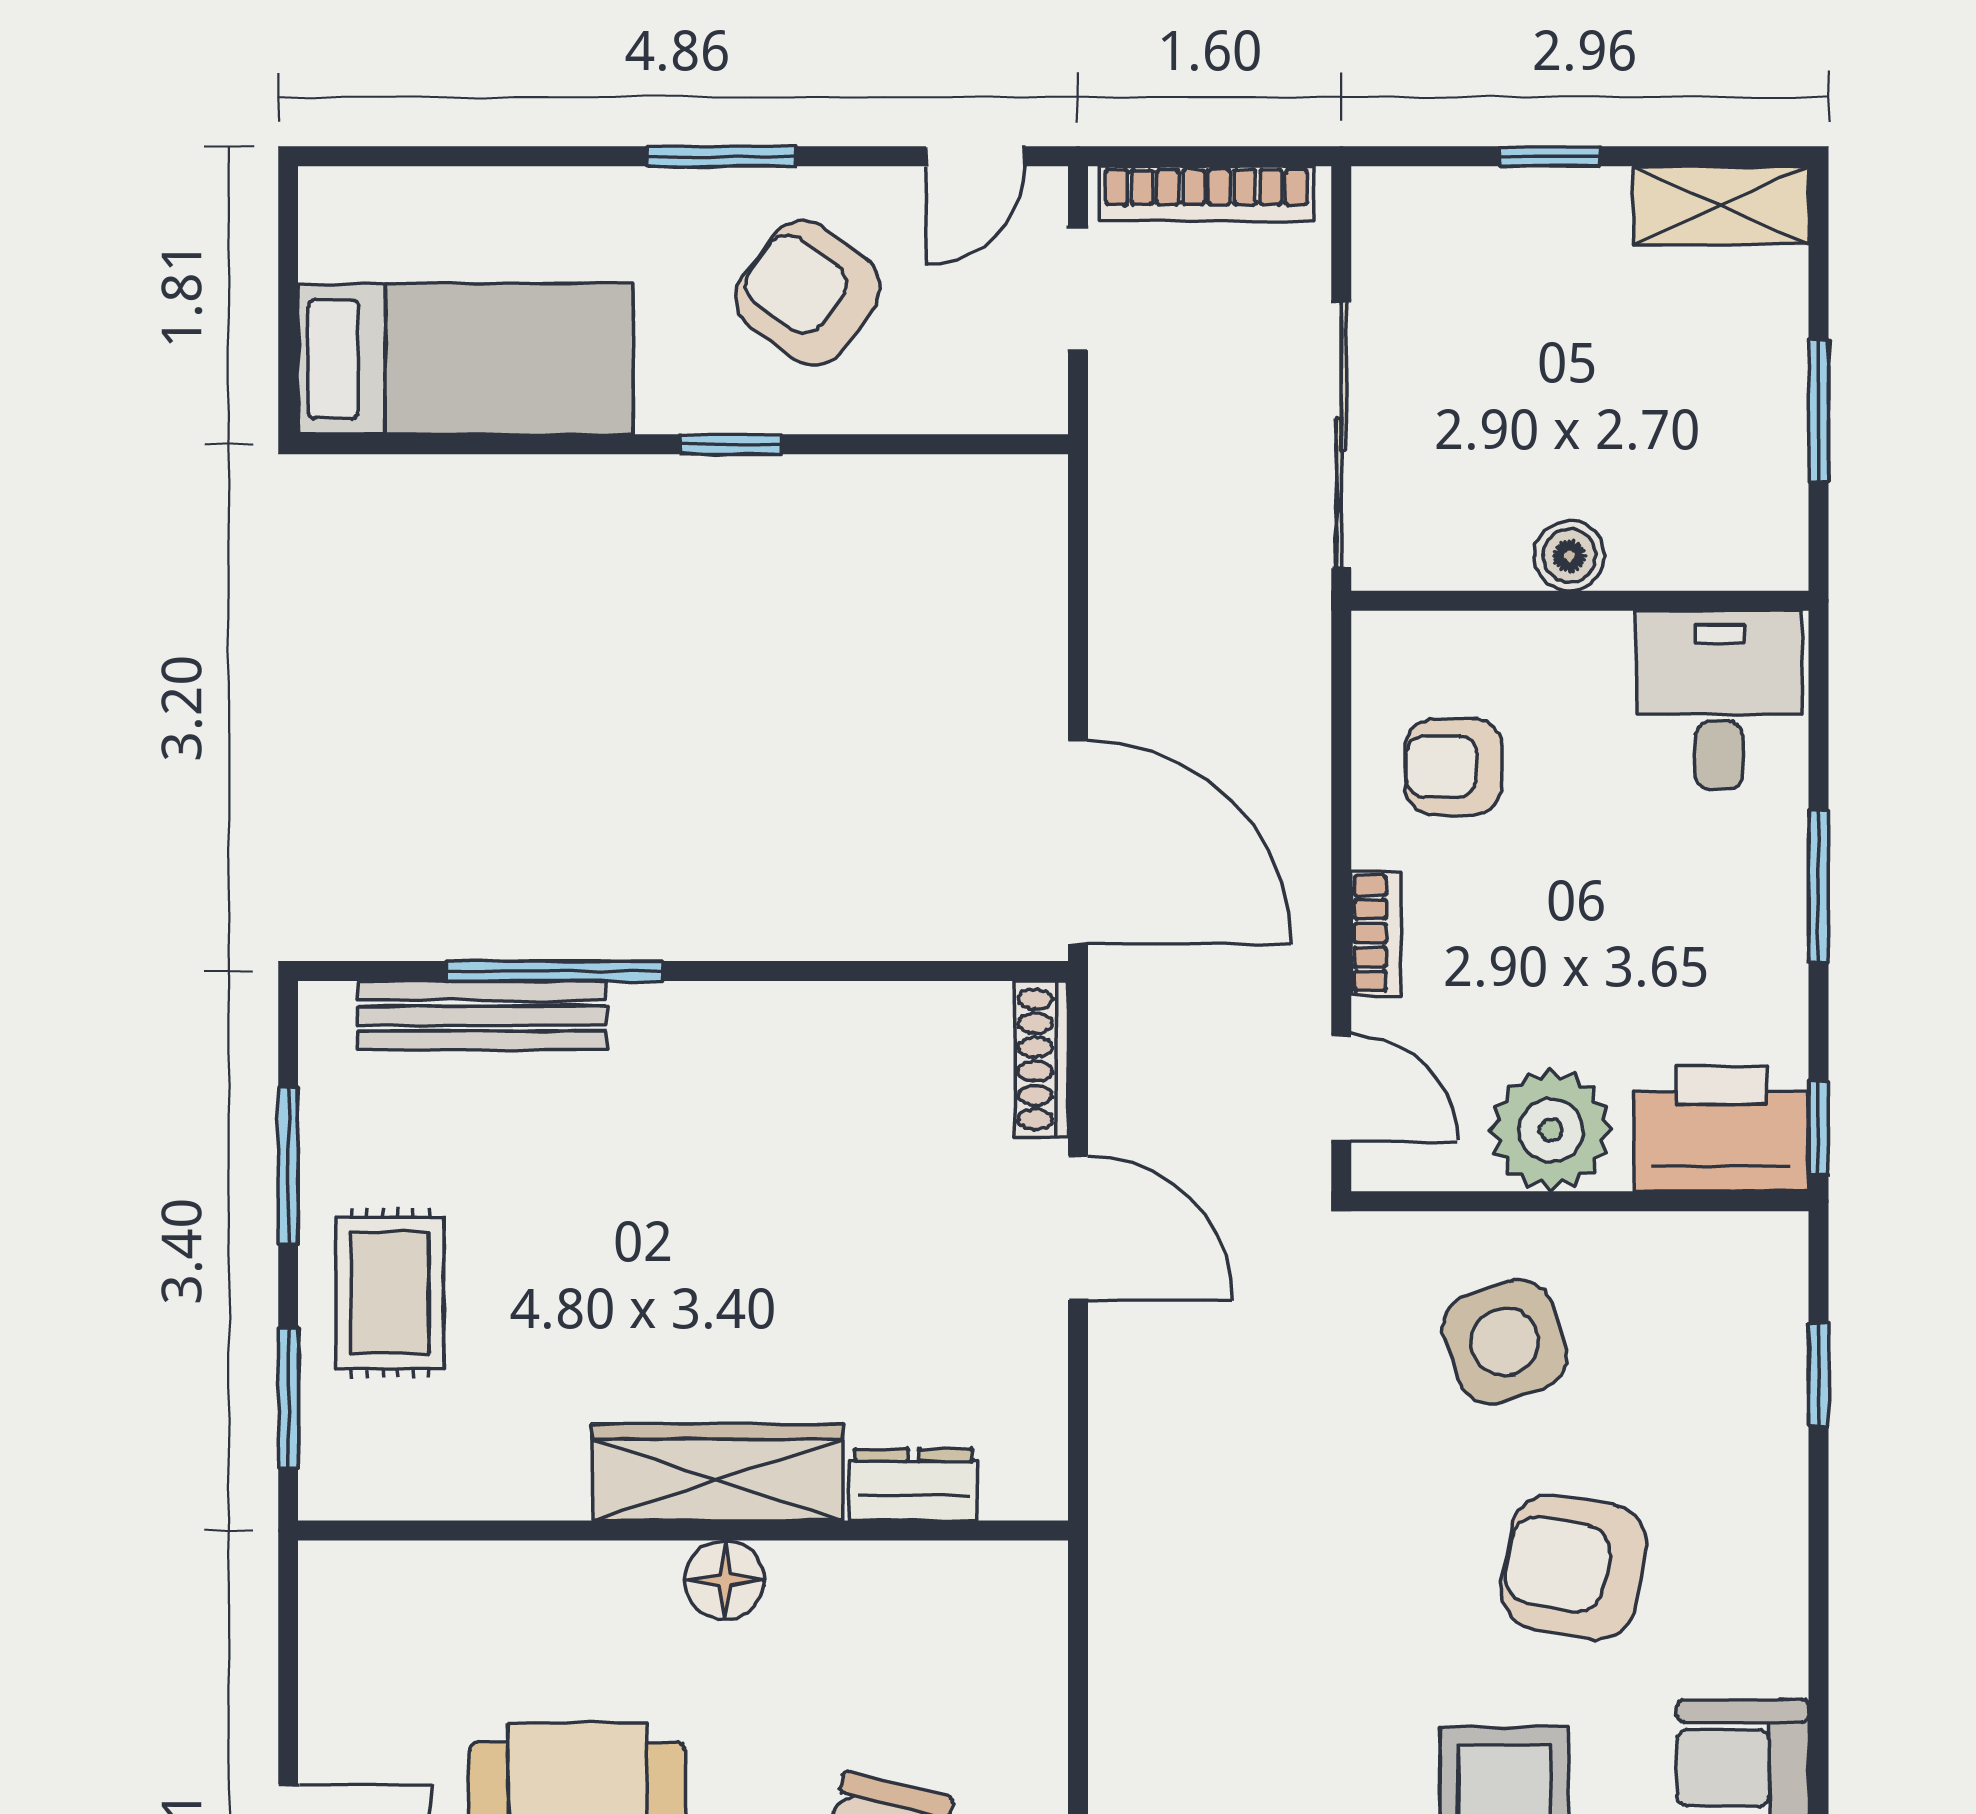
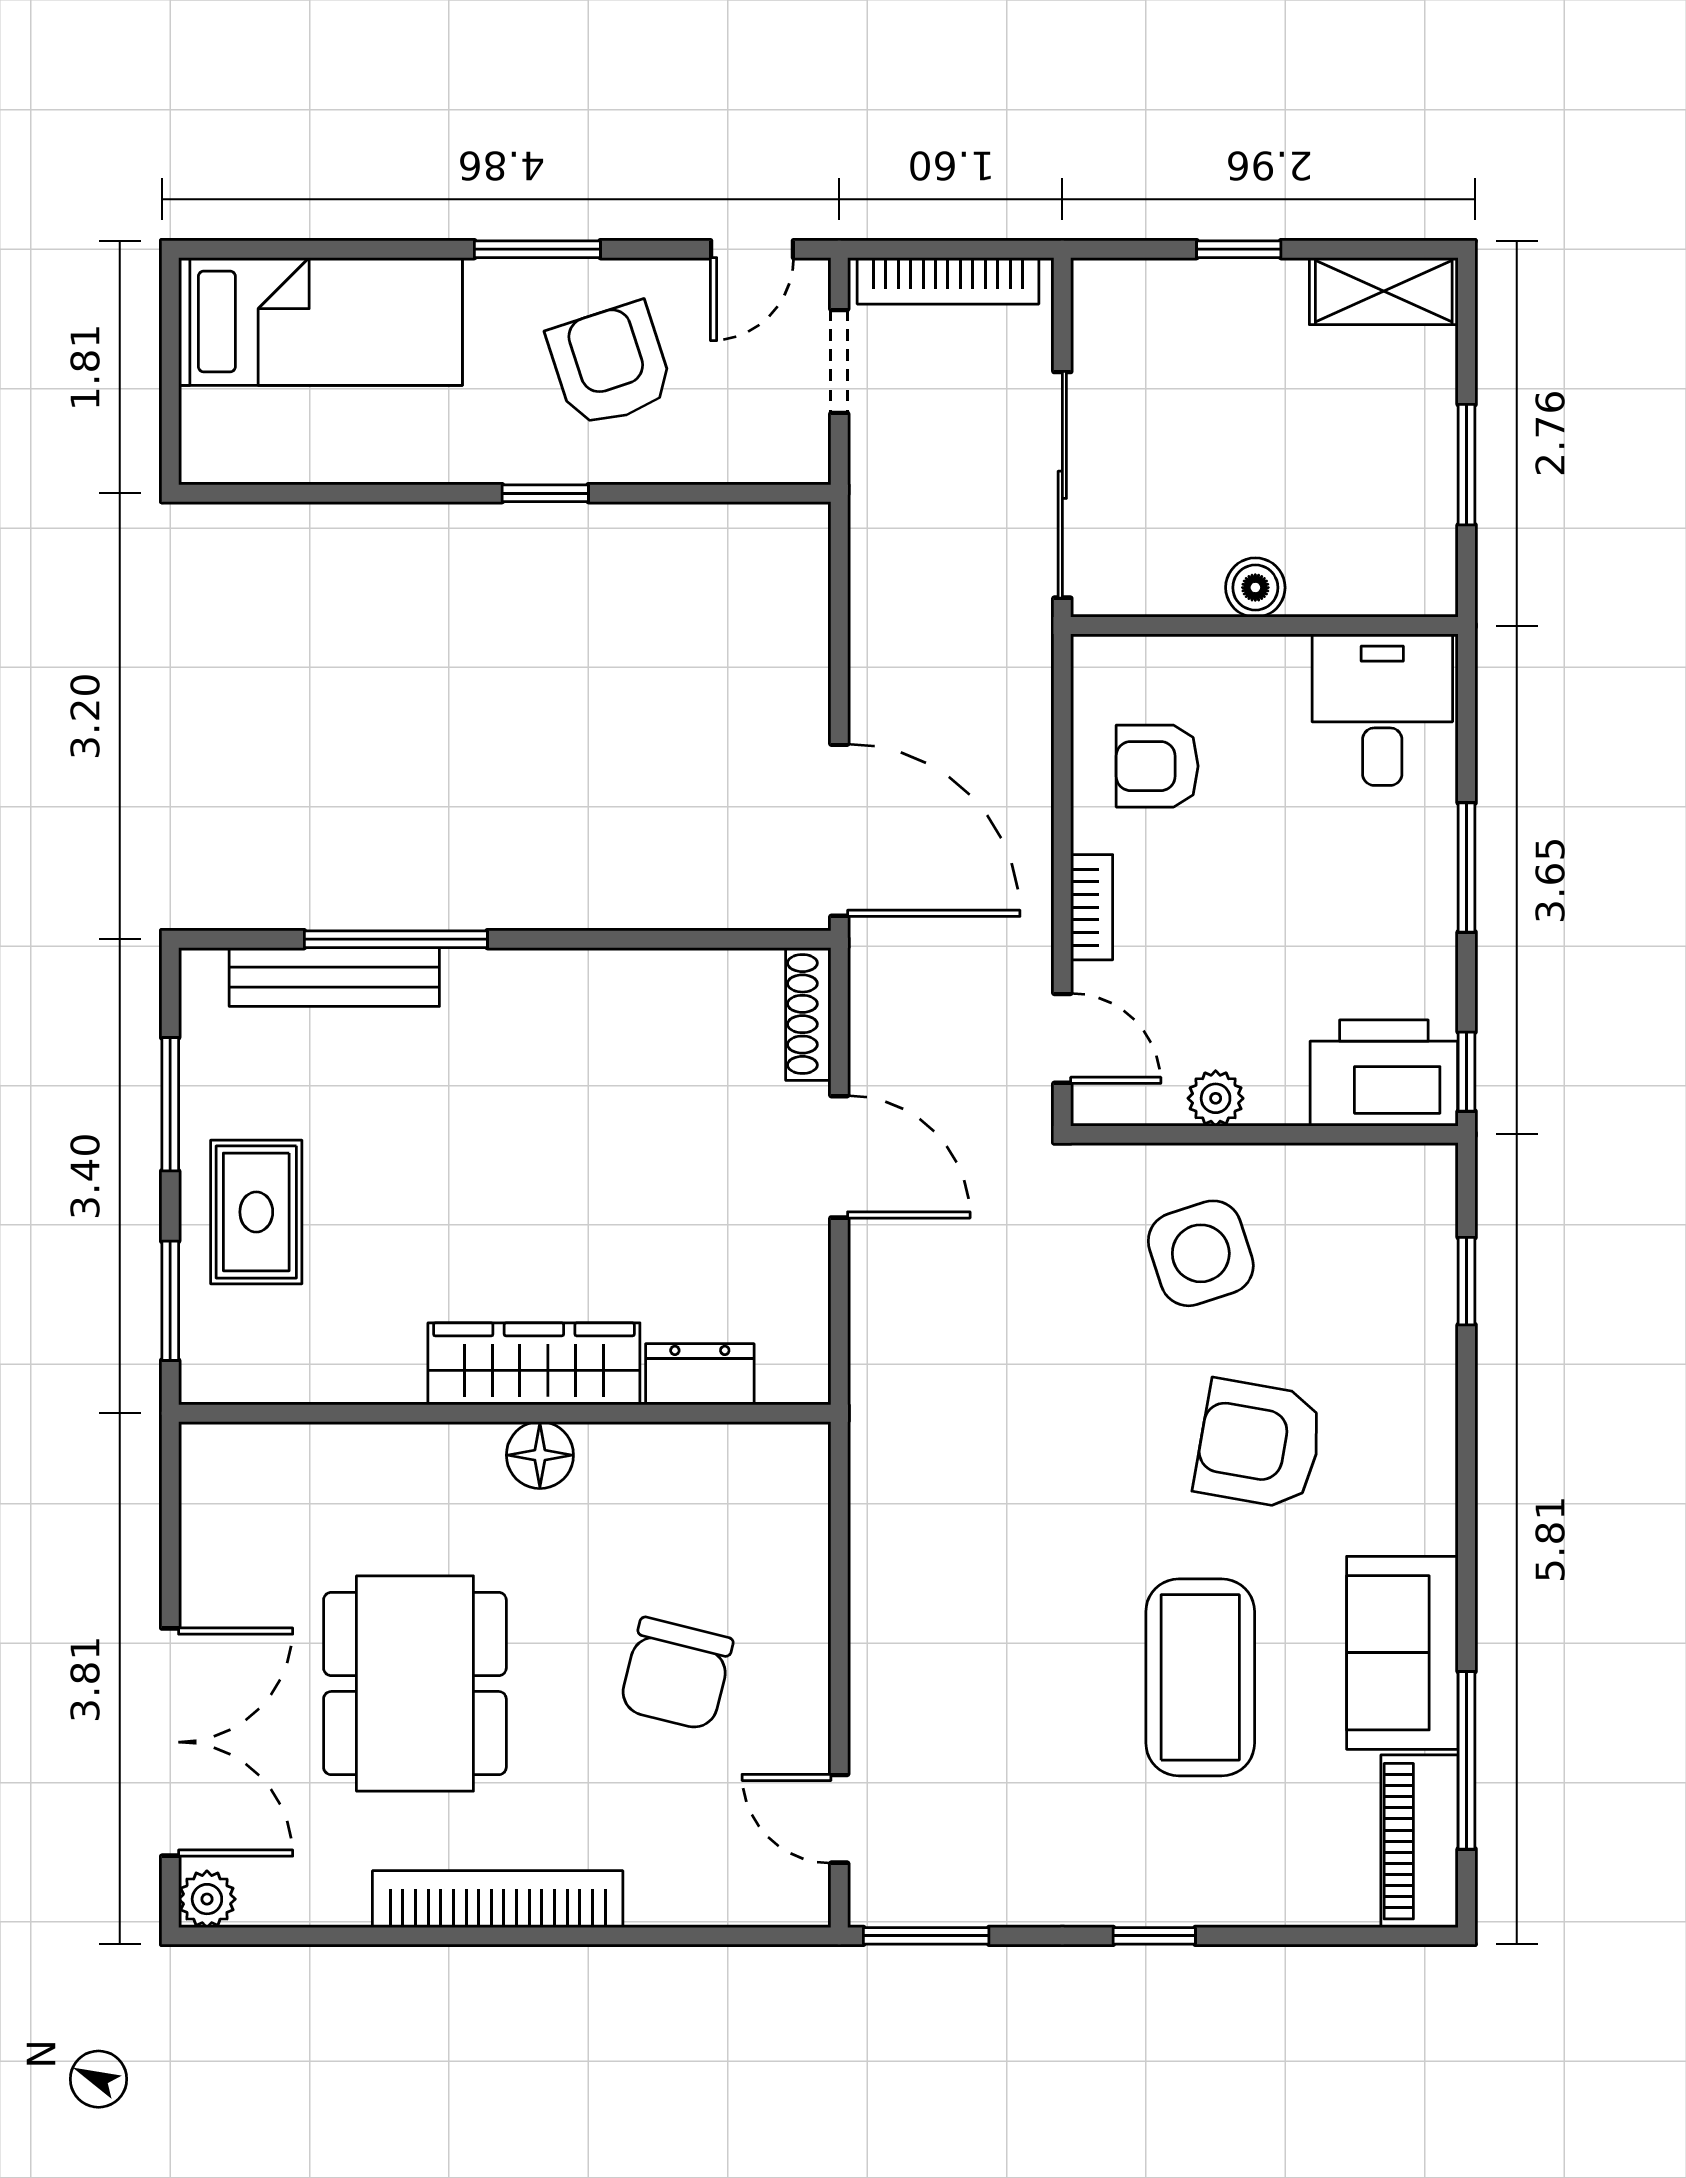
armchair: (808, 293) -> (610, 365), turned 35
bed: (466, 359) -> (321, 321), moved
plant: (1551, 1130) -> (1216, 1098), width x0.53, depth x0.53

